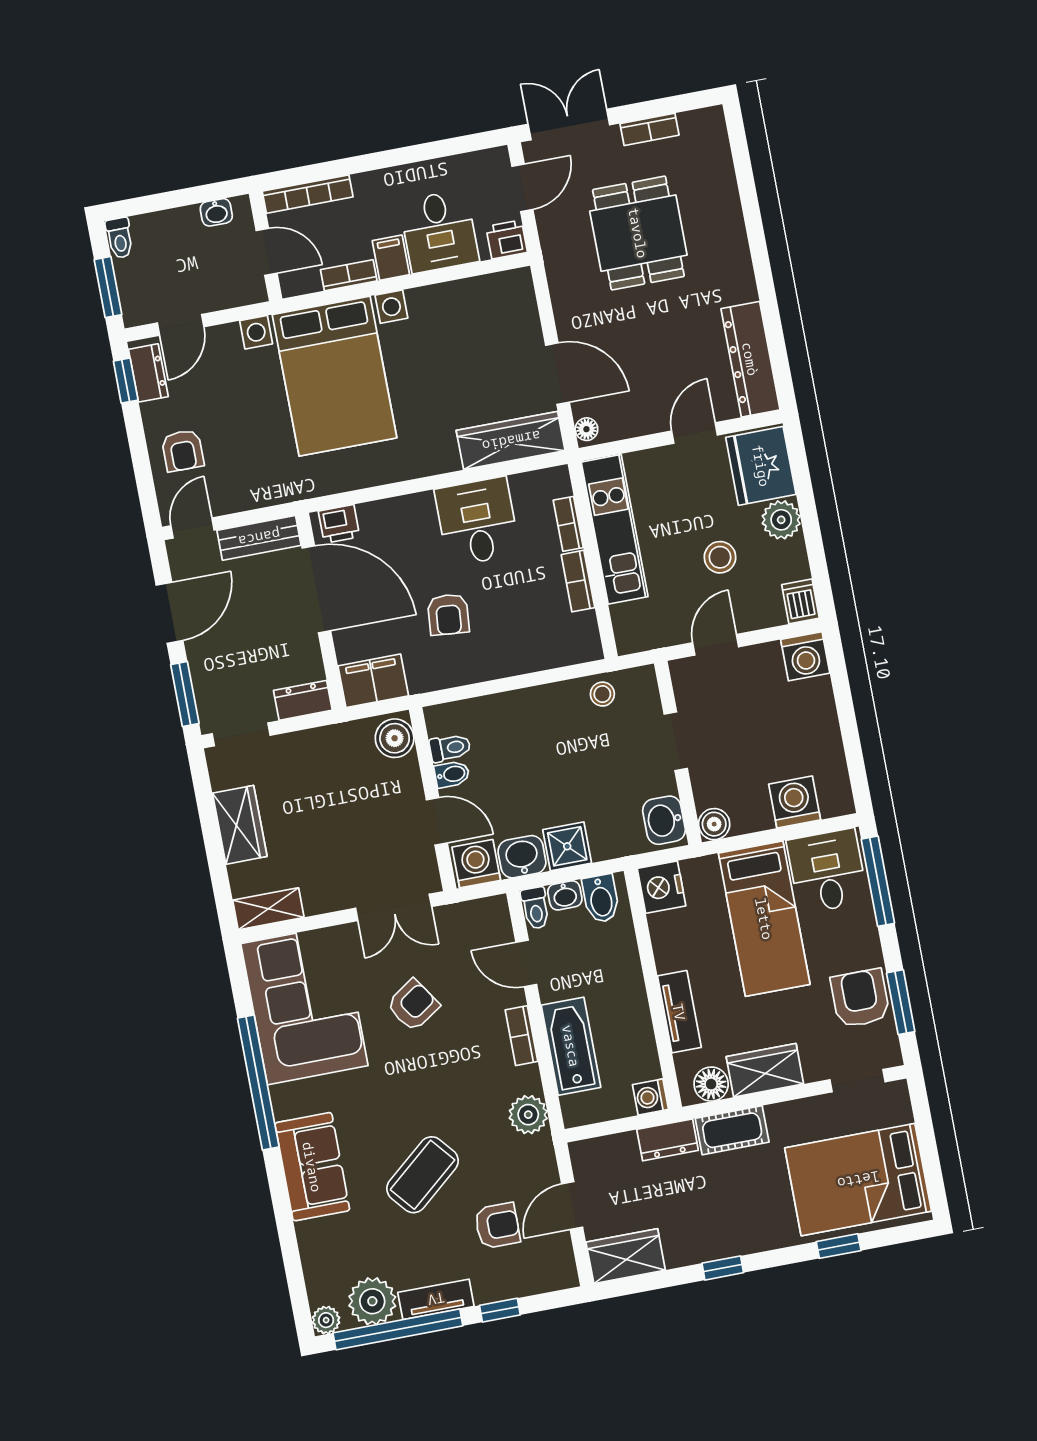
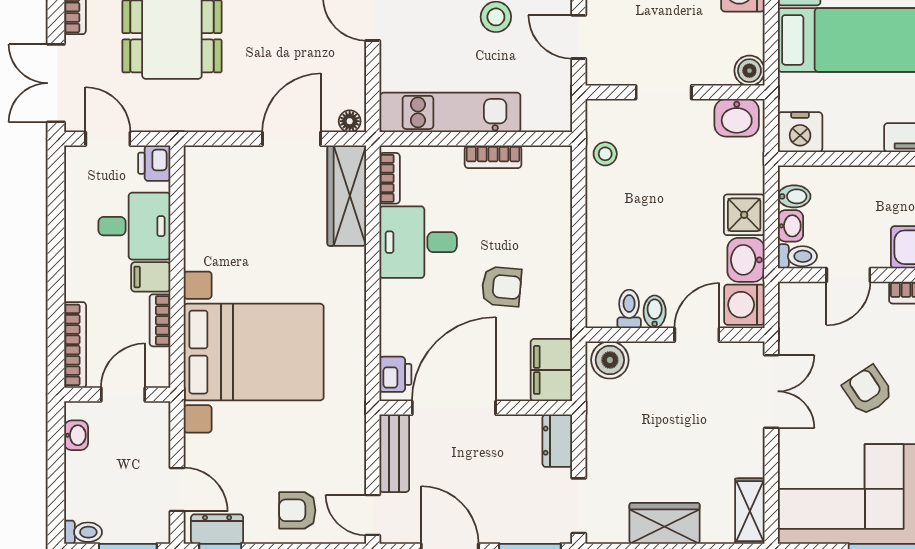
armchair: (183, 451) -> (297, 510), turned 180
bookcase: (568, 524) -> (390, 178), moved, turned -90
bidet: (601, 899) -> (794, 196), width x0.72, depth x0.74

